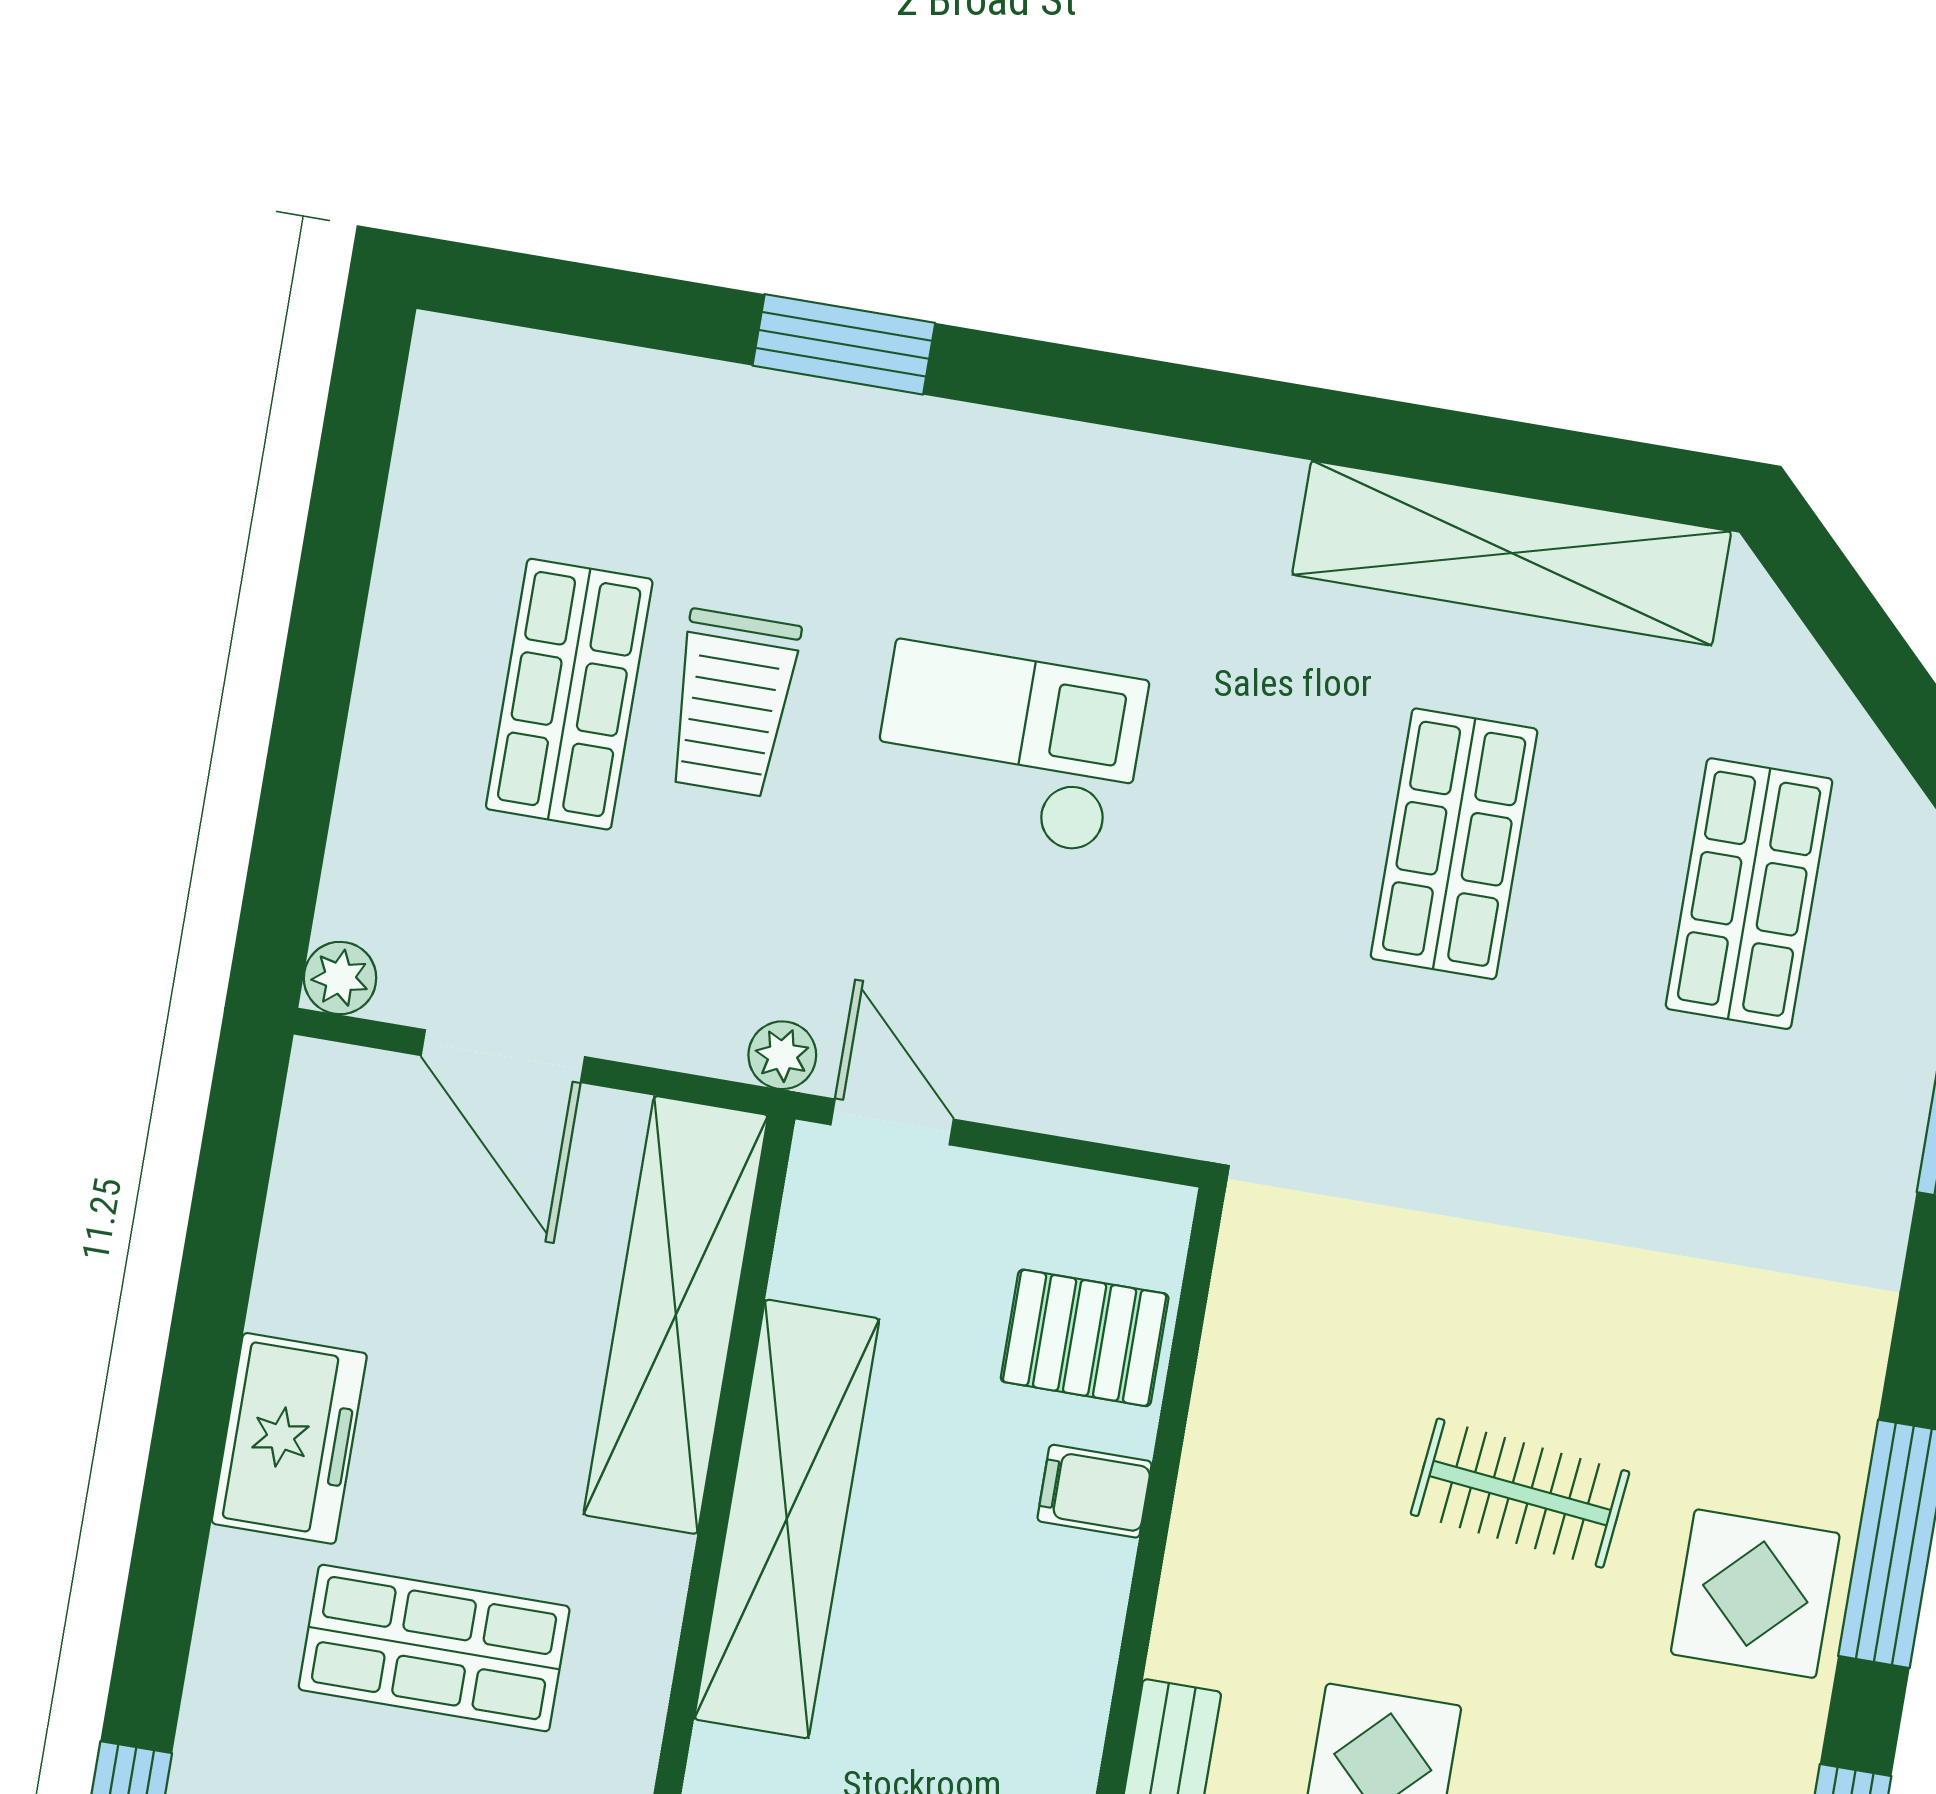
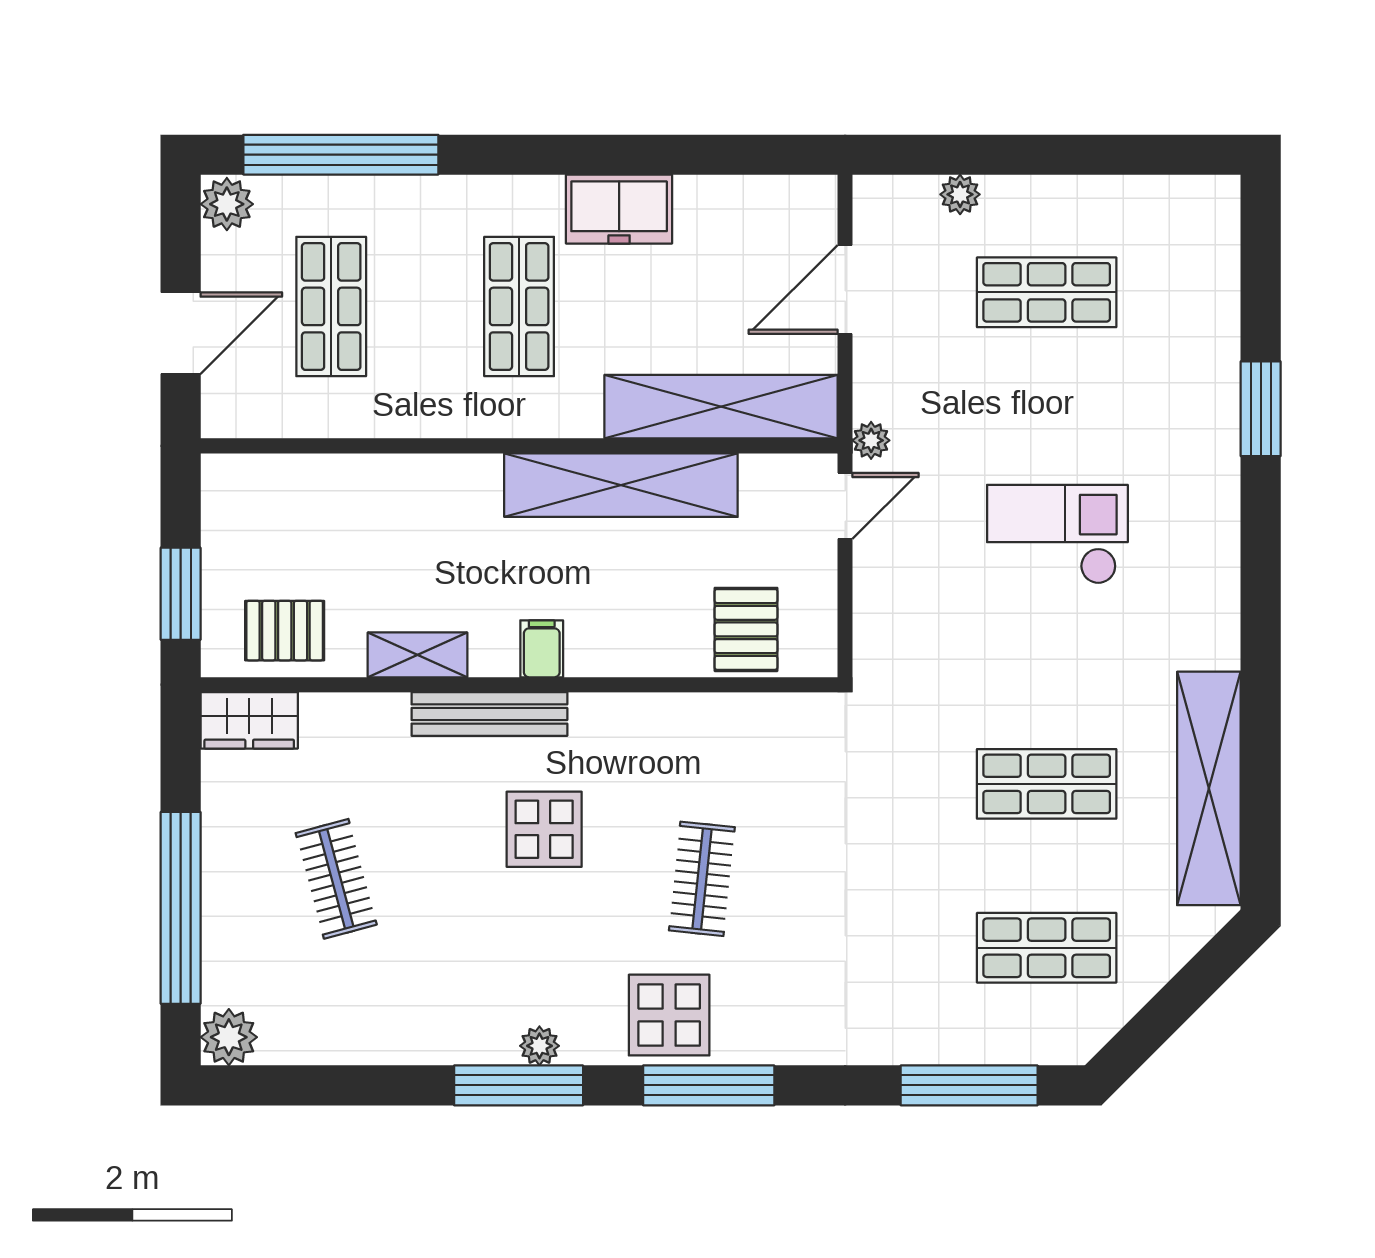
trolley: (732, 703) -> (1057, 381), removed
checkout: (1008, 748) -> (1057, 534), turned -90
plant: (340, 978) -> (960, 194), moved
filing cabinet: (1094, 1491) -> (542, 649), moved

